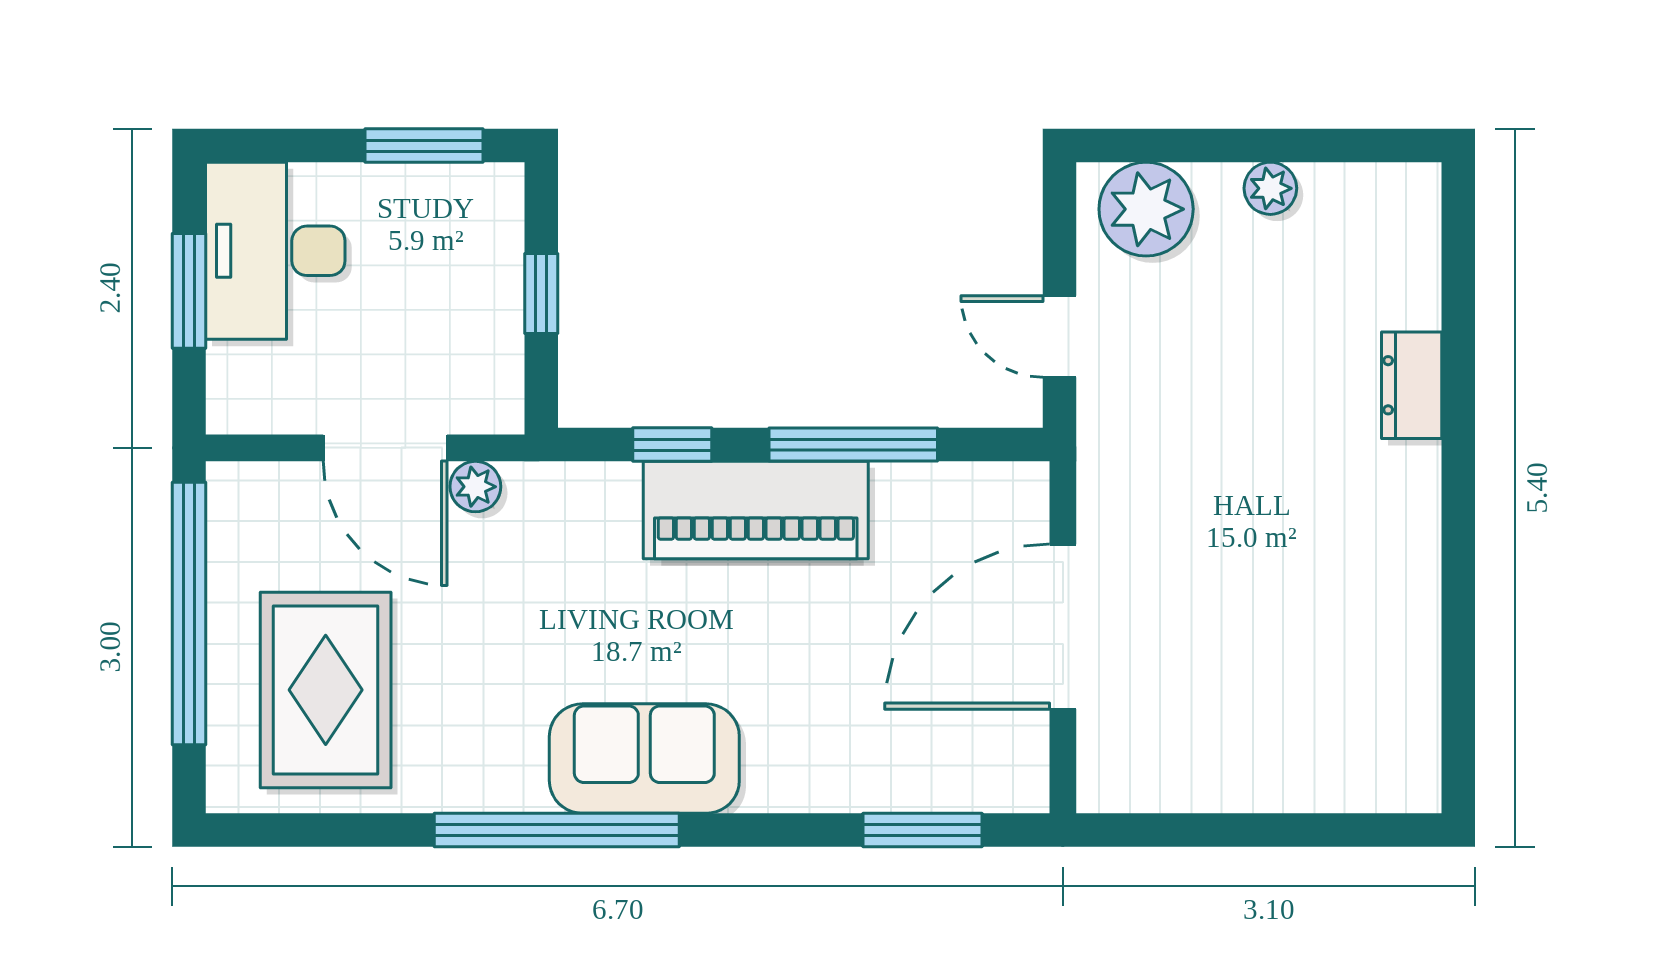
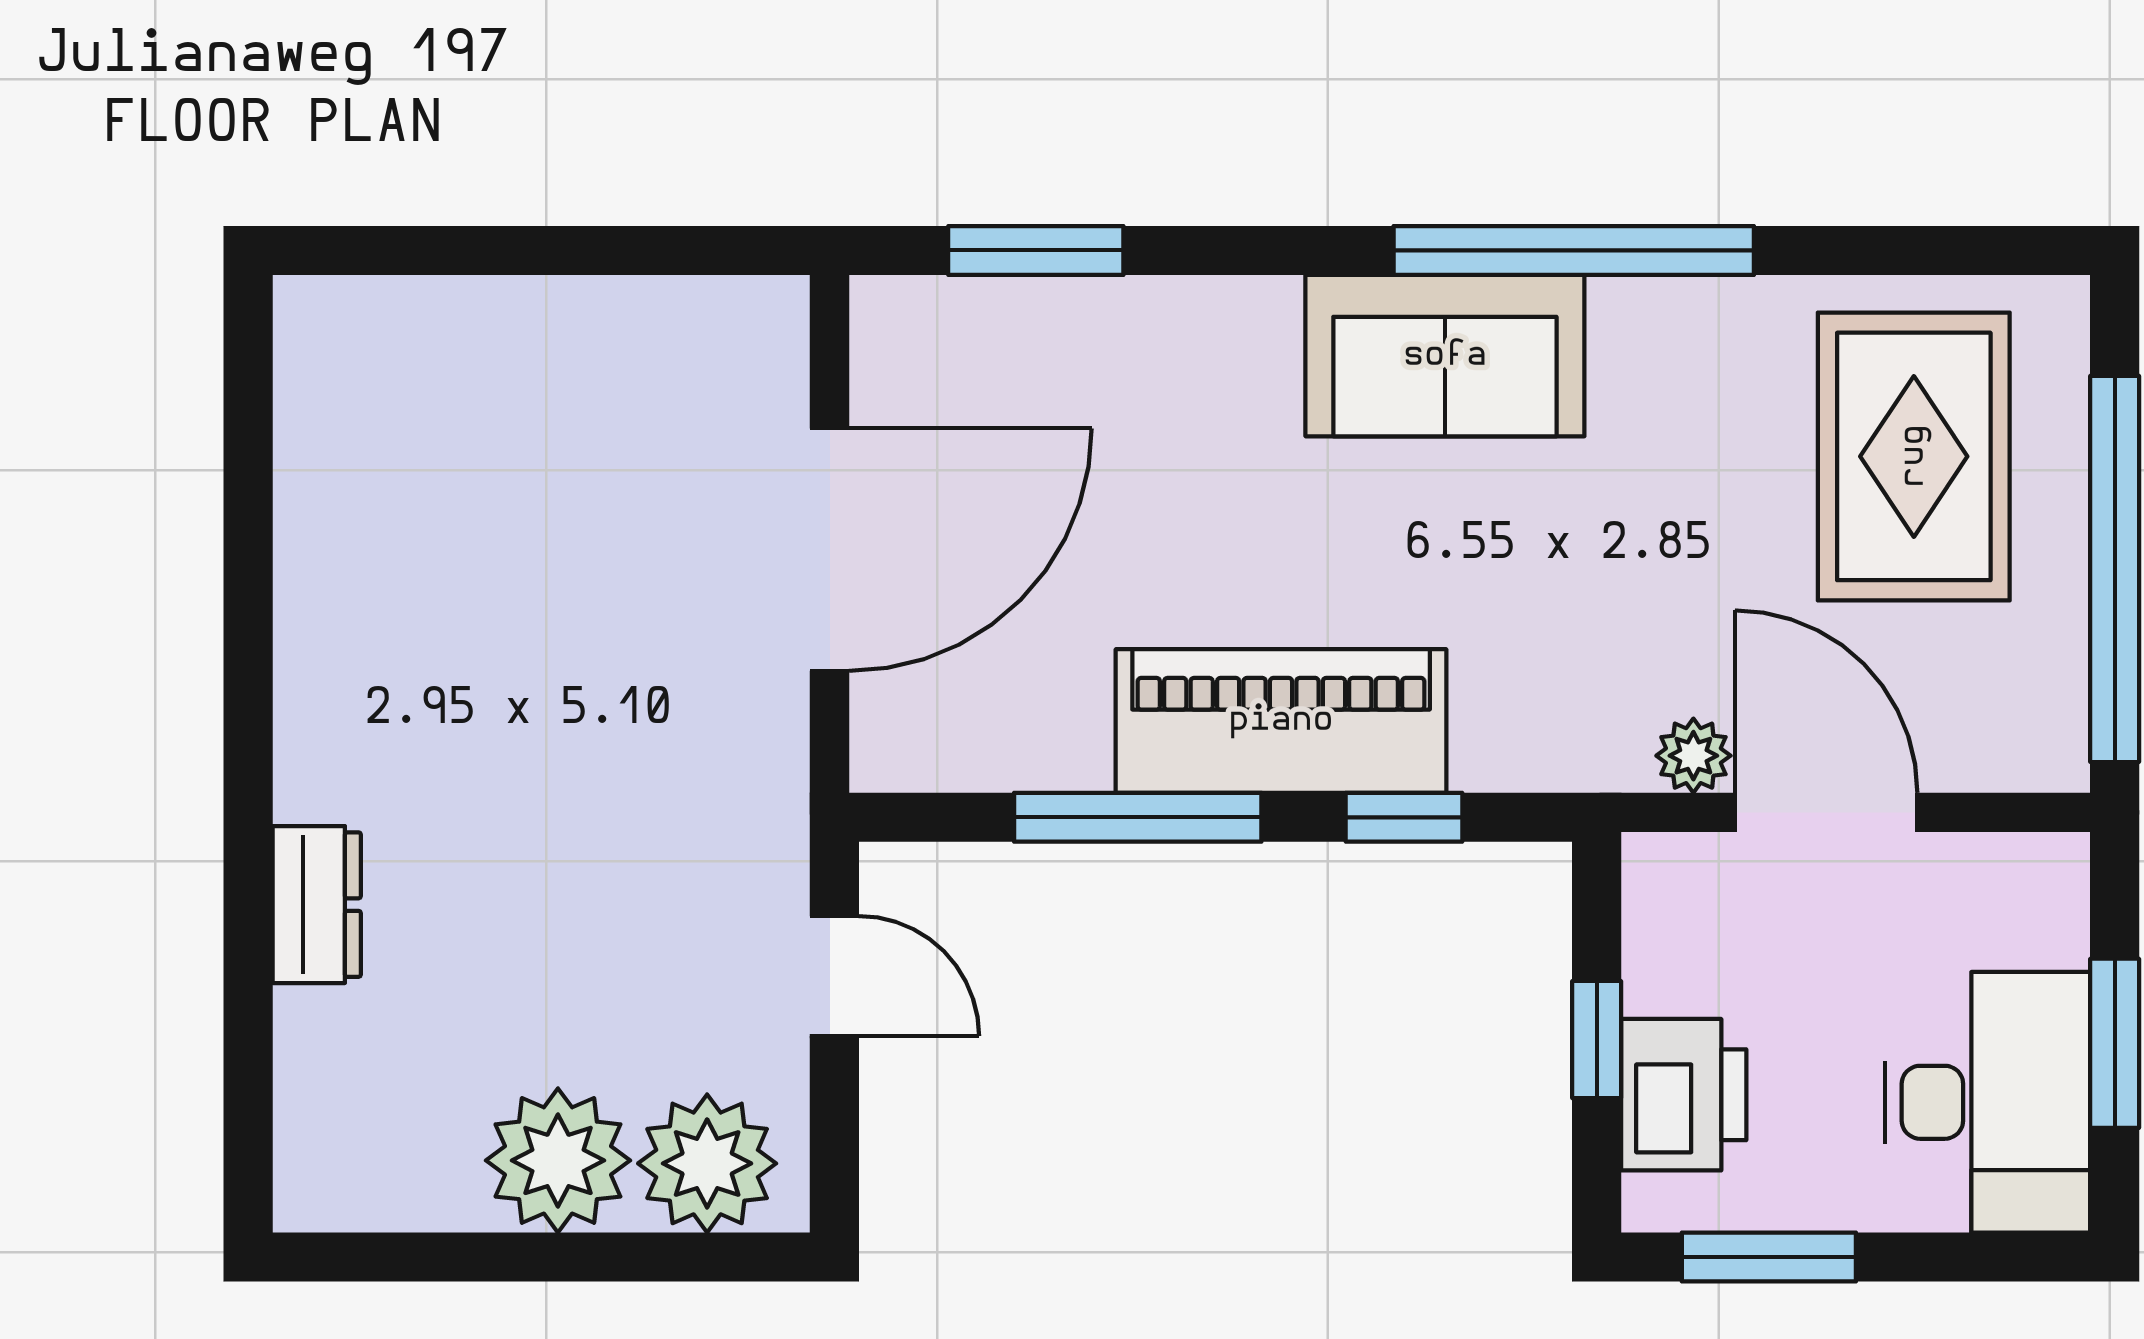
plant: (1270, 188) -> (558, 1160), width x1.87, depth x1.87
printer: (482, 256) -> (1684, 1095), added

